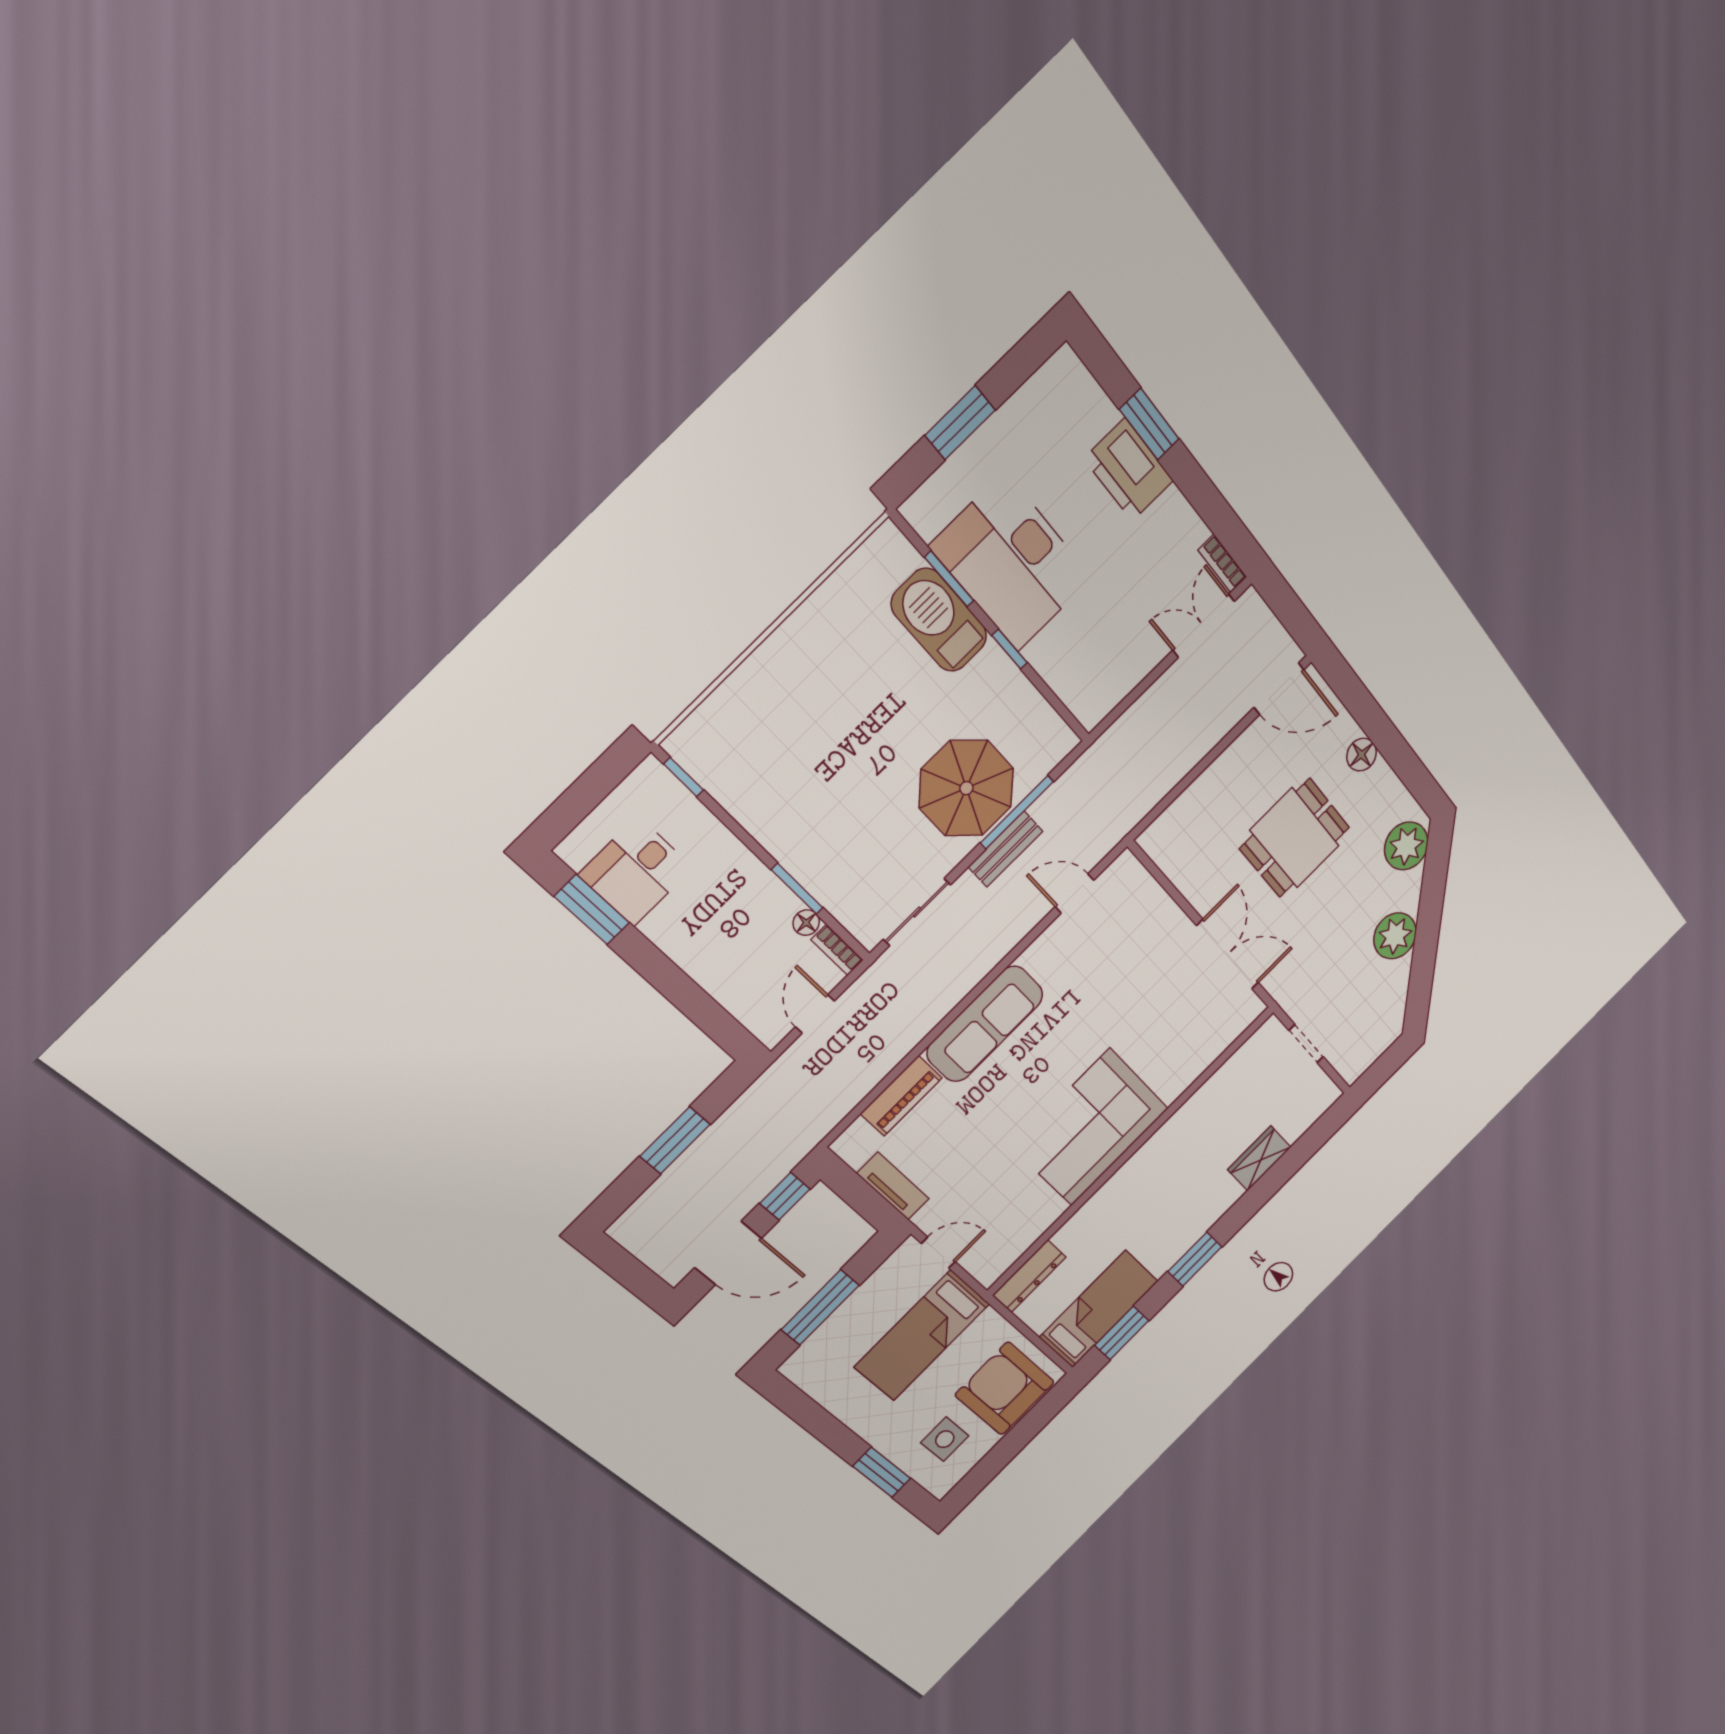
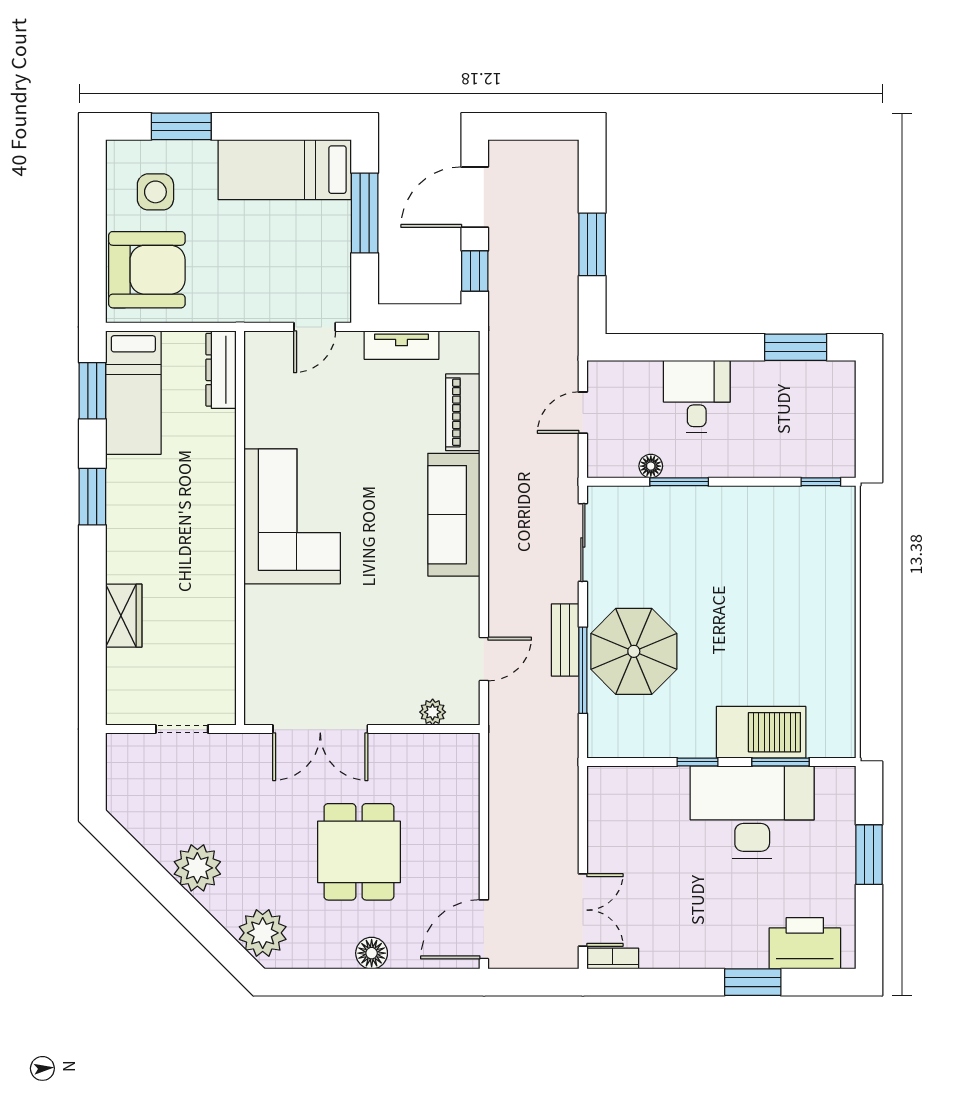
printer: (1129, 470) -> (805, 943), moved
desk: (636, 871) -> (697, 396), moved
plant: (1147, 890) -> (433, 712), added
bookcase: (837, 950) -> (612, 468), removed
door: (815, 1014) -> (583, 413), swing flipped
bed: (922, 1335) -> (285, 170), moved, turned -90

